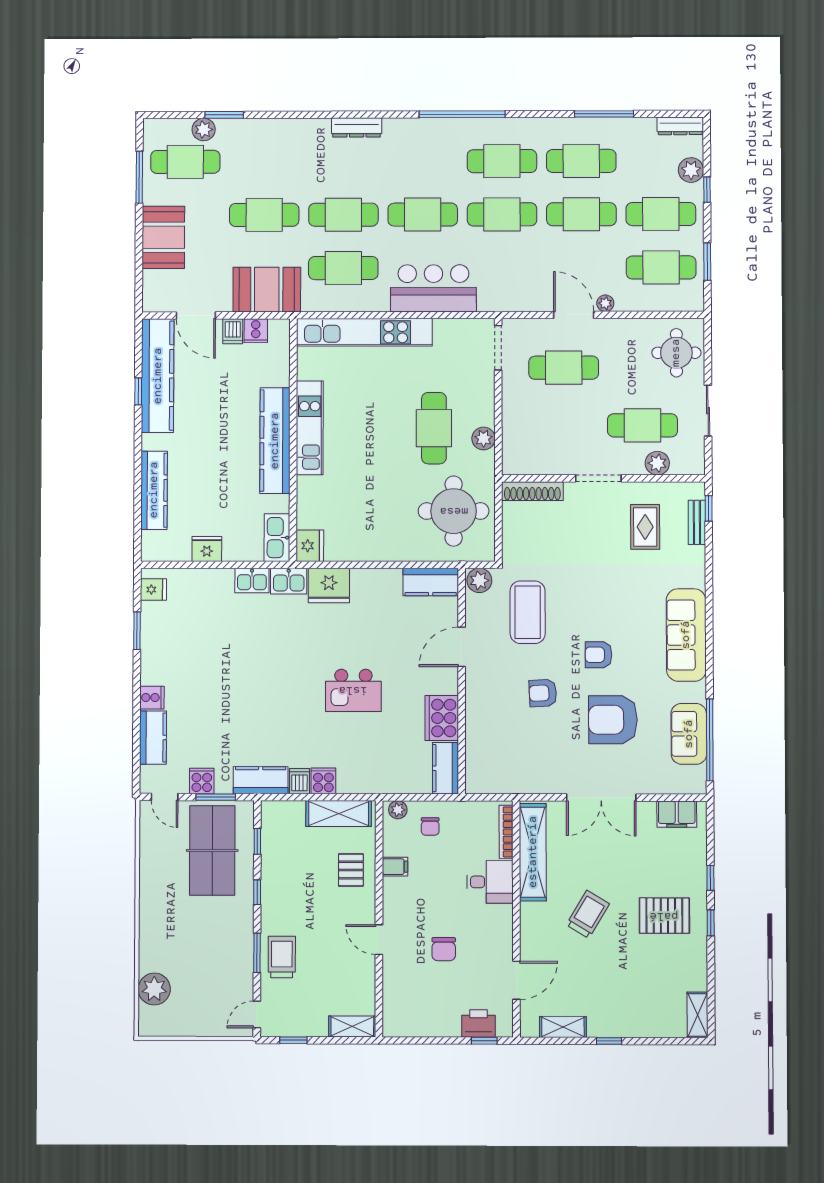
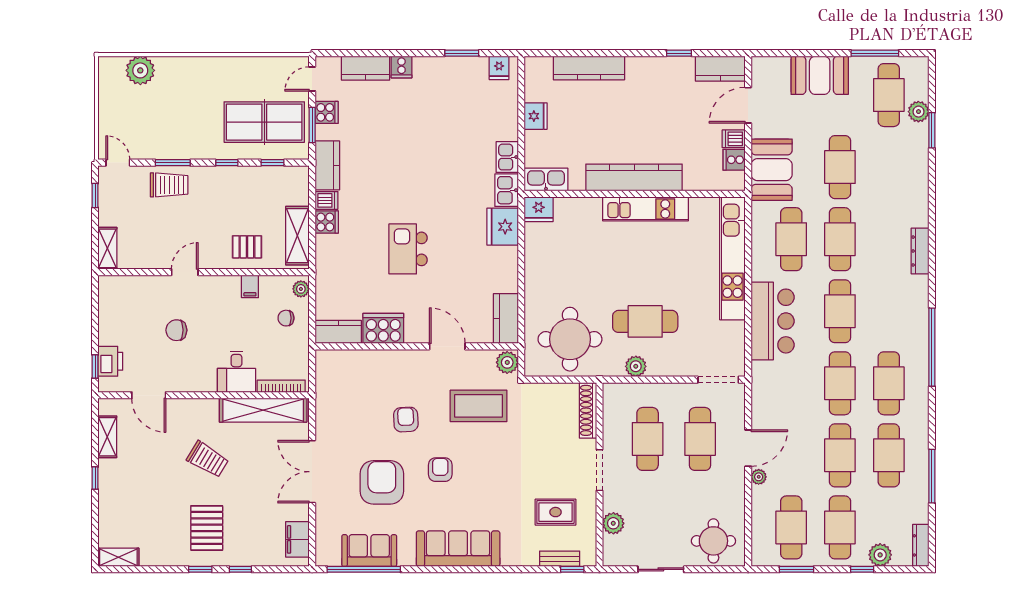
kitchen counter: (158, 376) -> (720, 69), width x0.48, depth x0.86
cafe table: (642, 425) -> (648, 439), moved

